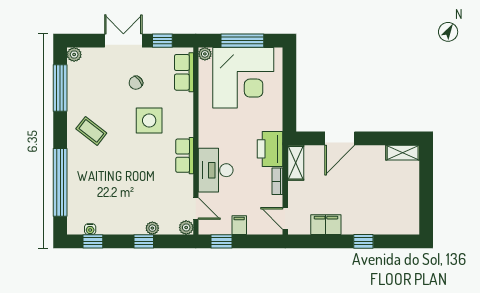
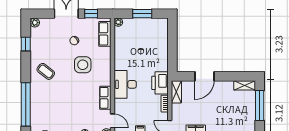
window: (242, 41) -> (142, 14), width x0.69
corner desk: (243, 78) -> (143, 37), removed
window: (60, 88) -> (26, 44), width x0.46
row of seats: (185, 156) -> (105, 98), moved
desk: (216, 170) -> (125, 84), moved
window: (426, 184) -> (260, 105), added

